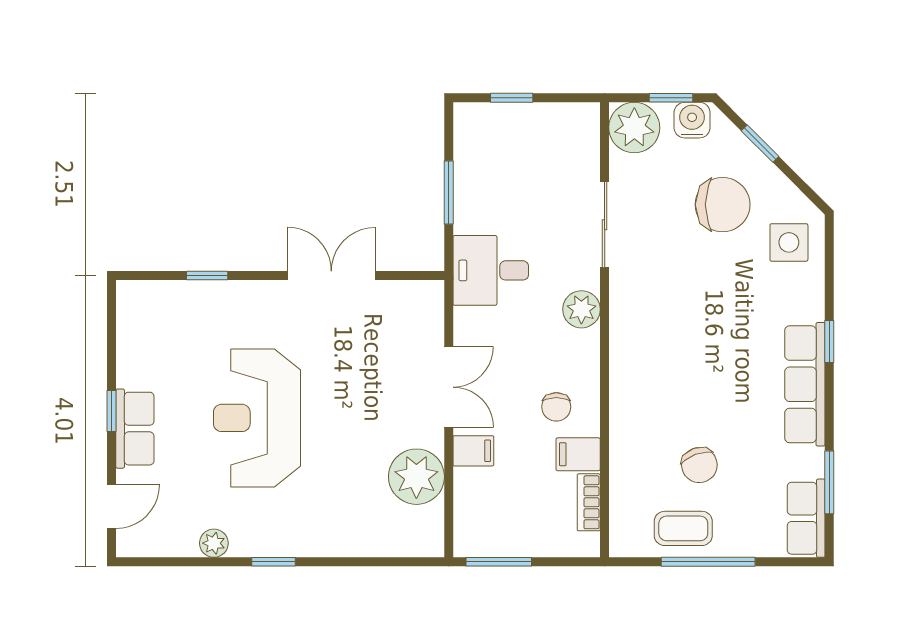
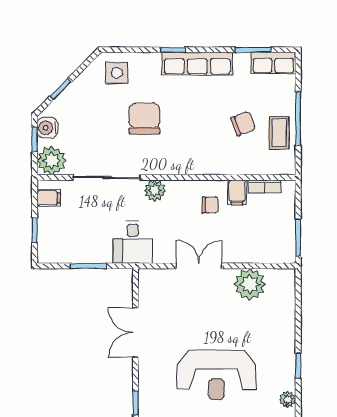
chair: (723, 205) -> (144, 119), moved
sliding door: (605, 225) -> (107, 177), width x1.37
filing cabinet: (473, 451) -> (49, 198), moved, turned 90

